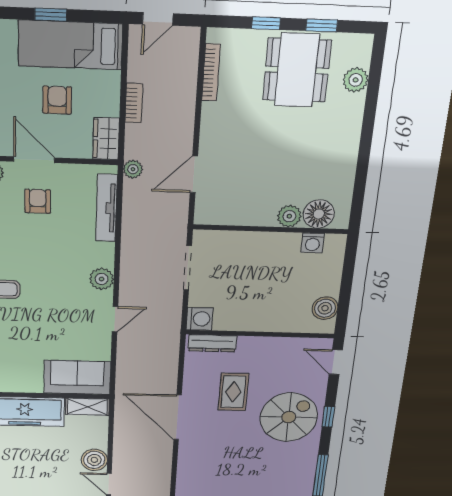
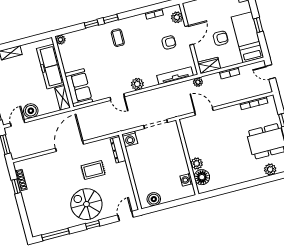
spiral stairs: (289, 417) -> (86, 204), turned 180

